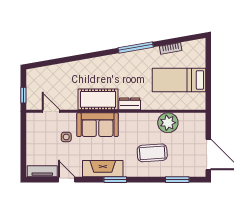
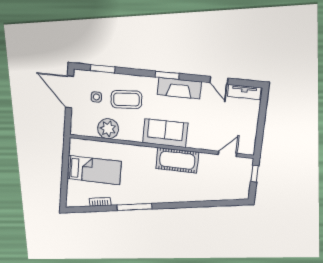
dresser: (130, 104) -> (145, 152), removed
door: (51, 111) -> (227, 154), swing flipped
sofa: (98, 125) -> (165, 133), moved
side table: (66, 137) -> (96, 97), moved

